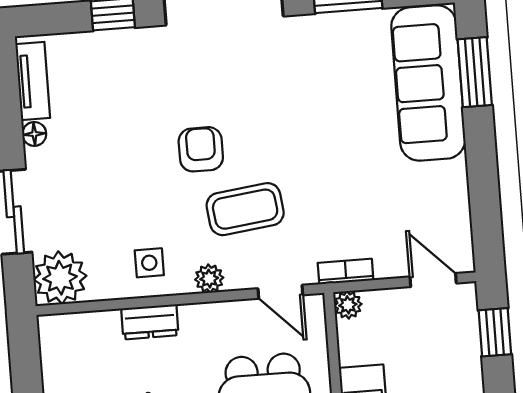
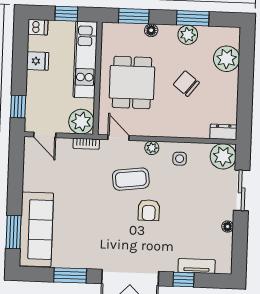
tv unit: (33, 81) -> (197, 266), moved, turned 90
plant: (348, 305) -> (81, 122), width x1.88, depth x1.88
dresser: (150, 322) -> (223, 132), moved

